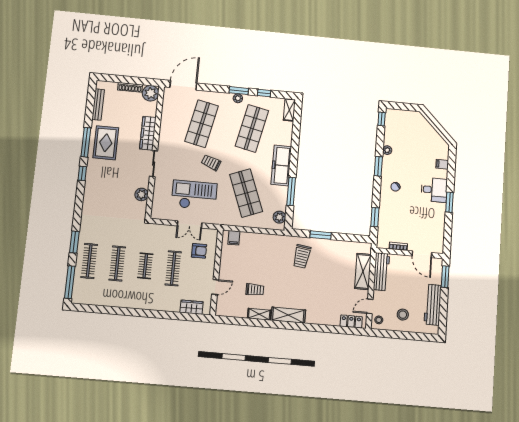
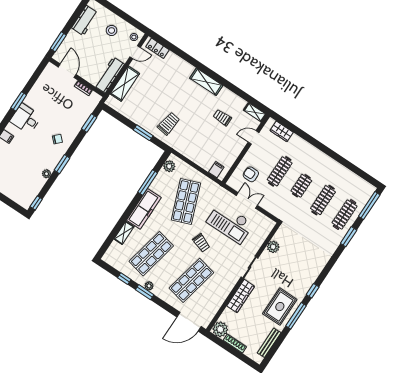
shelving: (289, 110) -> (124, 233), moved
workbench: (433, 305) -> (85, 20), width x0.73
shelving: (259, 314) -> (255, 112), moved

